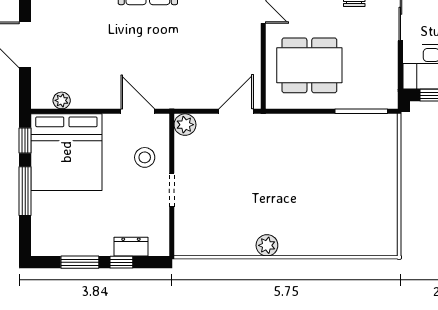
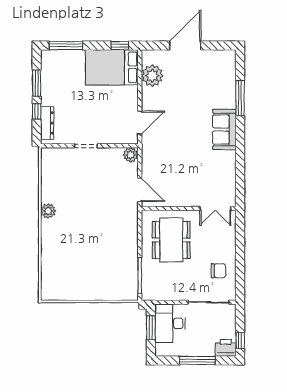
plant: (62, 100) -> (152, 76), width x1.88, depth x1.88
bed: (66, 152) -> (112, 67), width x0.73
stool: (145, 157) -> (108, 127), removed
window: (25, 191) -> (66, 45), moved
dresser: (131, 247) -> (47, 123), width x1.44

